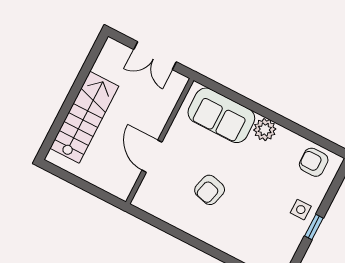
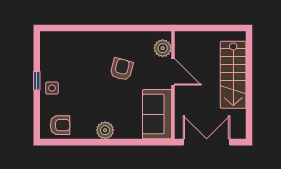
double door: (155, 56) -> (207, 142), width x1.37
sofa: (221, 115) -> (157, 114), moved, turned -90
plant: (150, 190) -> (163, 48), added

